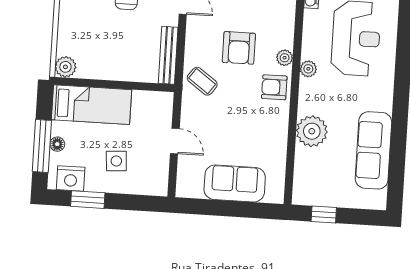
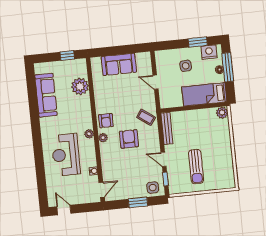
armchair: (274, 87) -> (106, 121), turned 90
plant: (312, 131) -> (80, 86), moved

